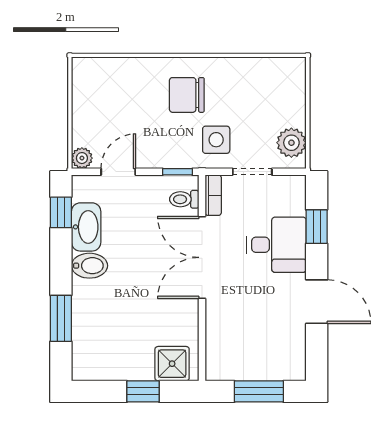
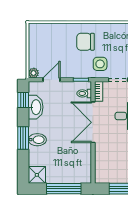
bidet: (89, 266) -> (37, 140), moved
window: (61, 318) -> (23, 138), moved
shower: (172, 364) -> (37, 175), moved
window: (143, 391) -> (64, 189), width x2.17

